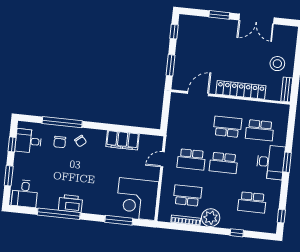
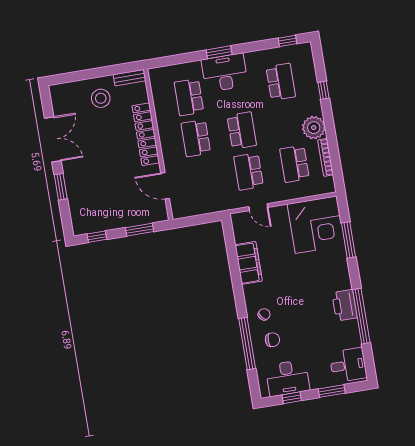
school desk: (260, 130) -> (189, 97), turned 180
desk: (28, 141) -> (287, 378), width x1.37
school desk: (191, 159) -> (249, 172), turned 180

